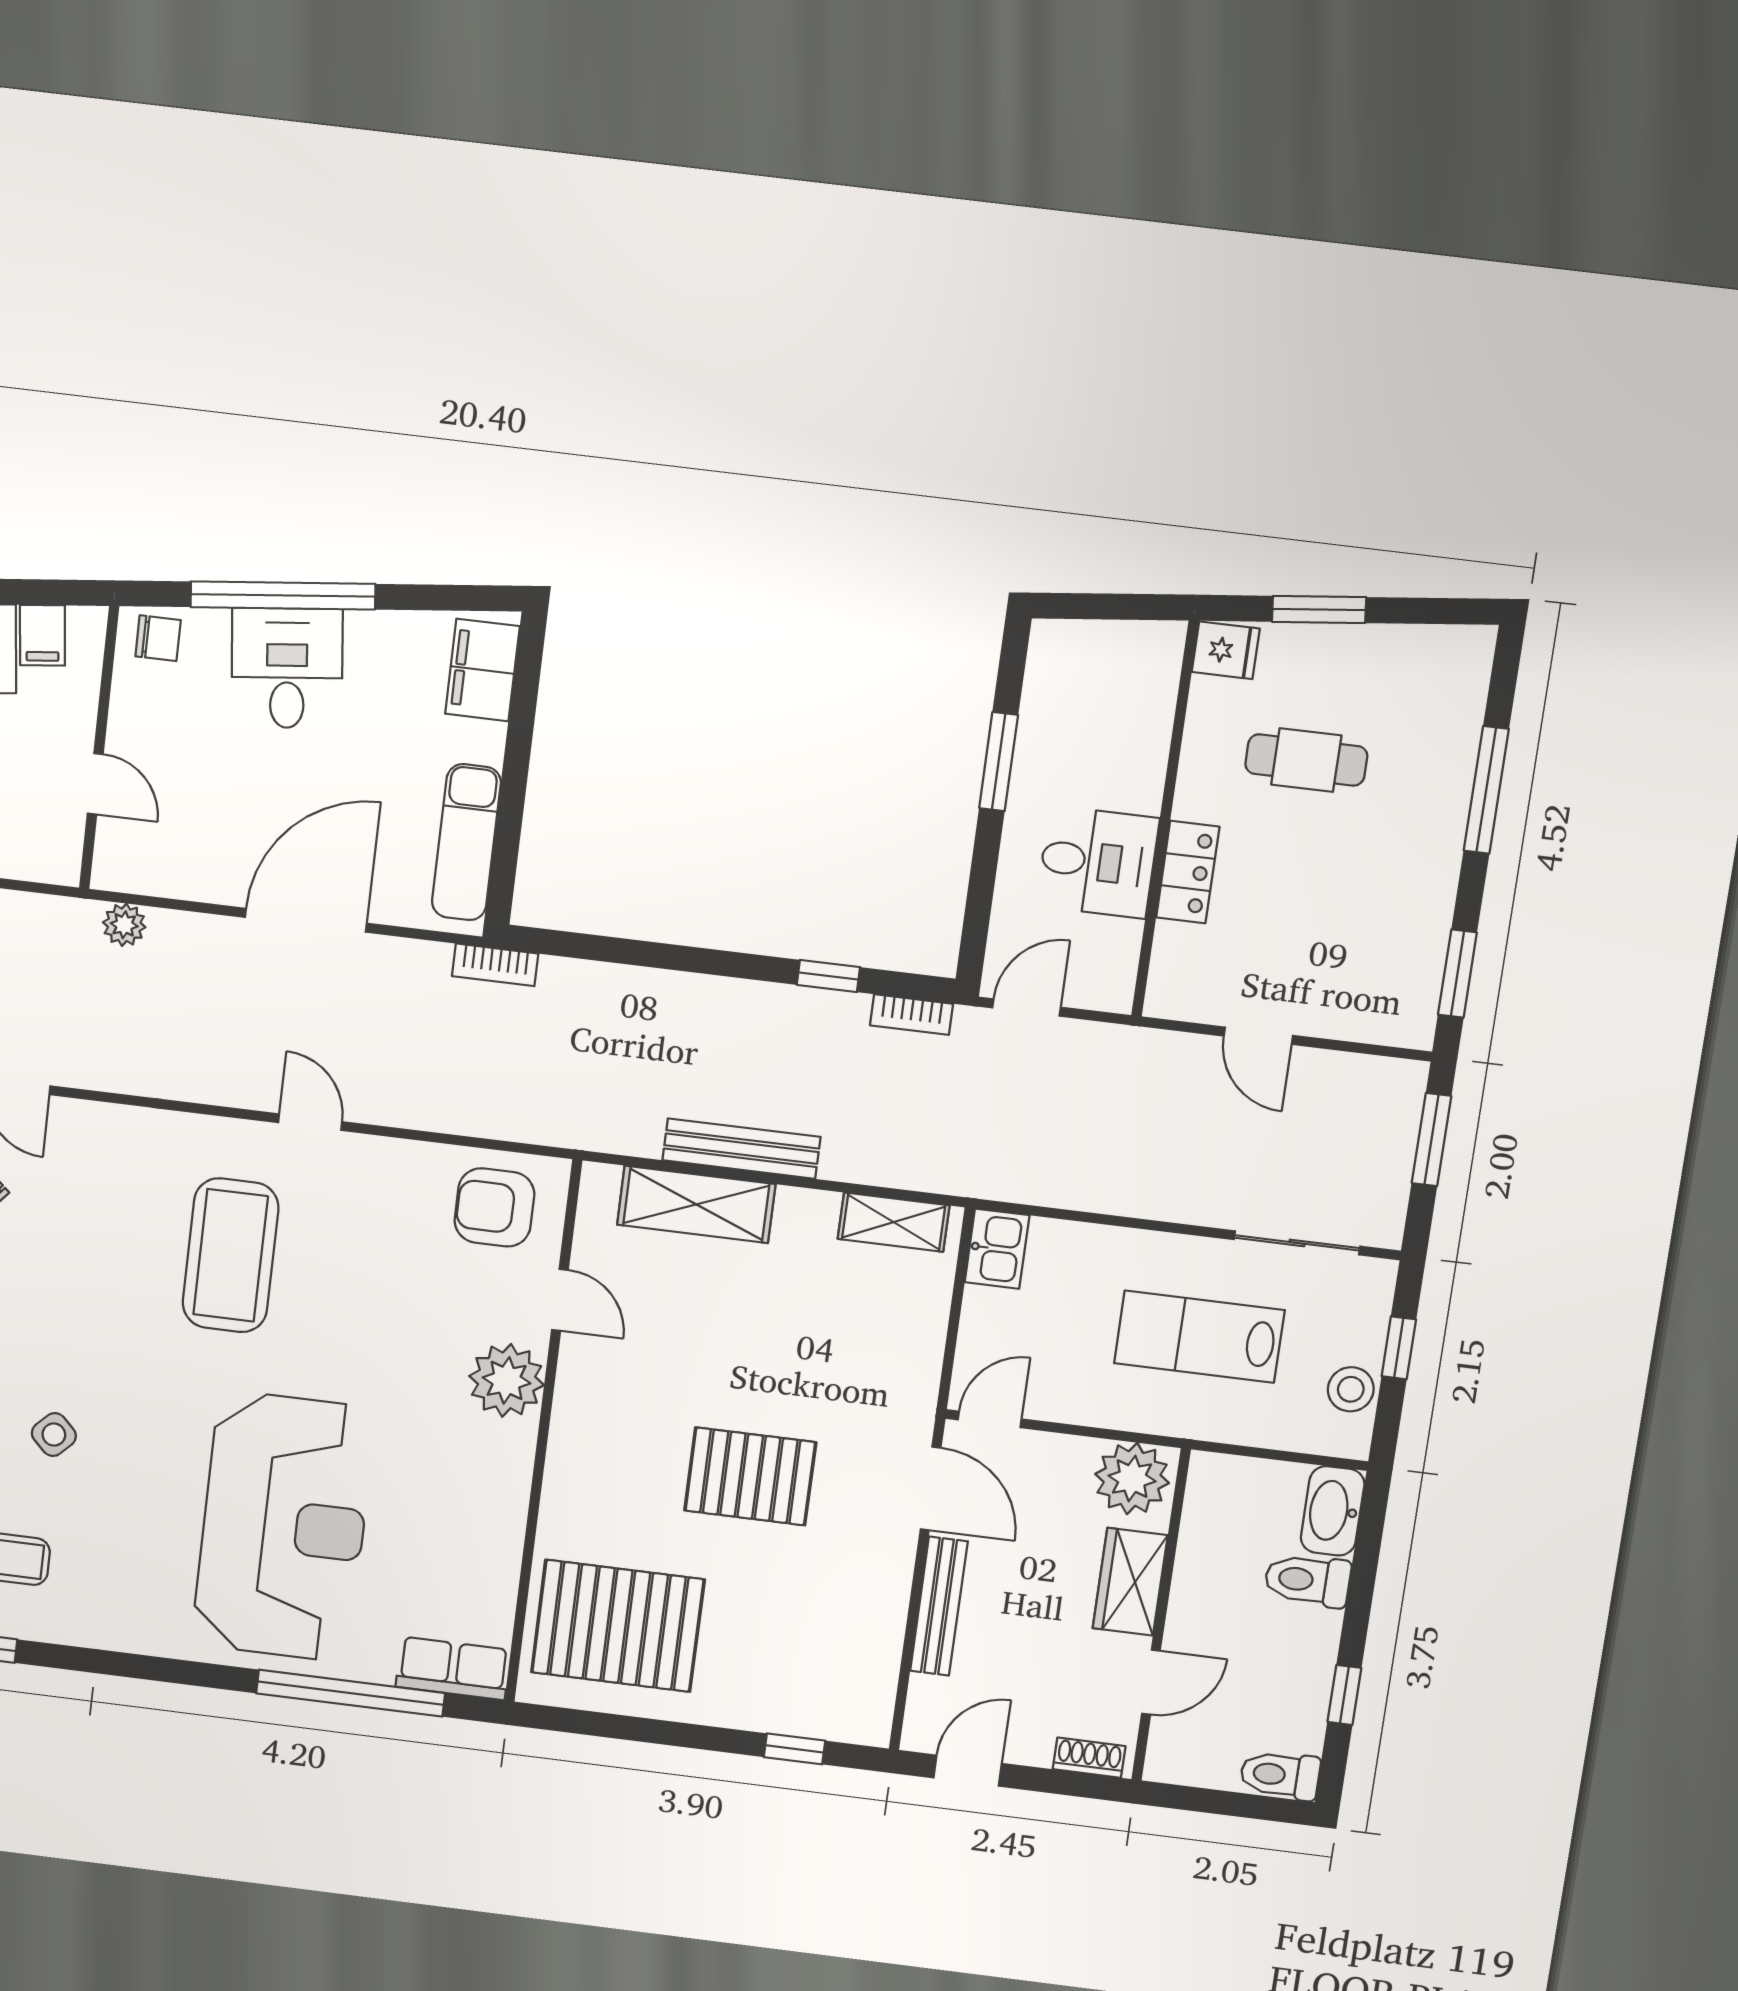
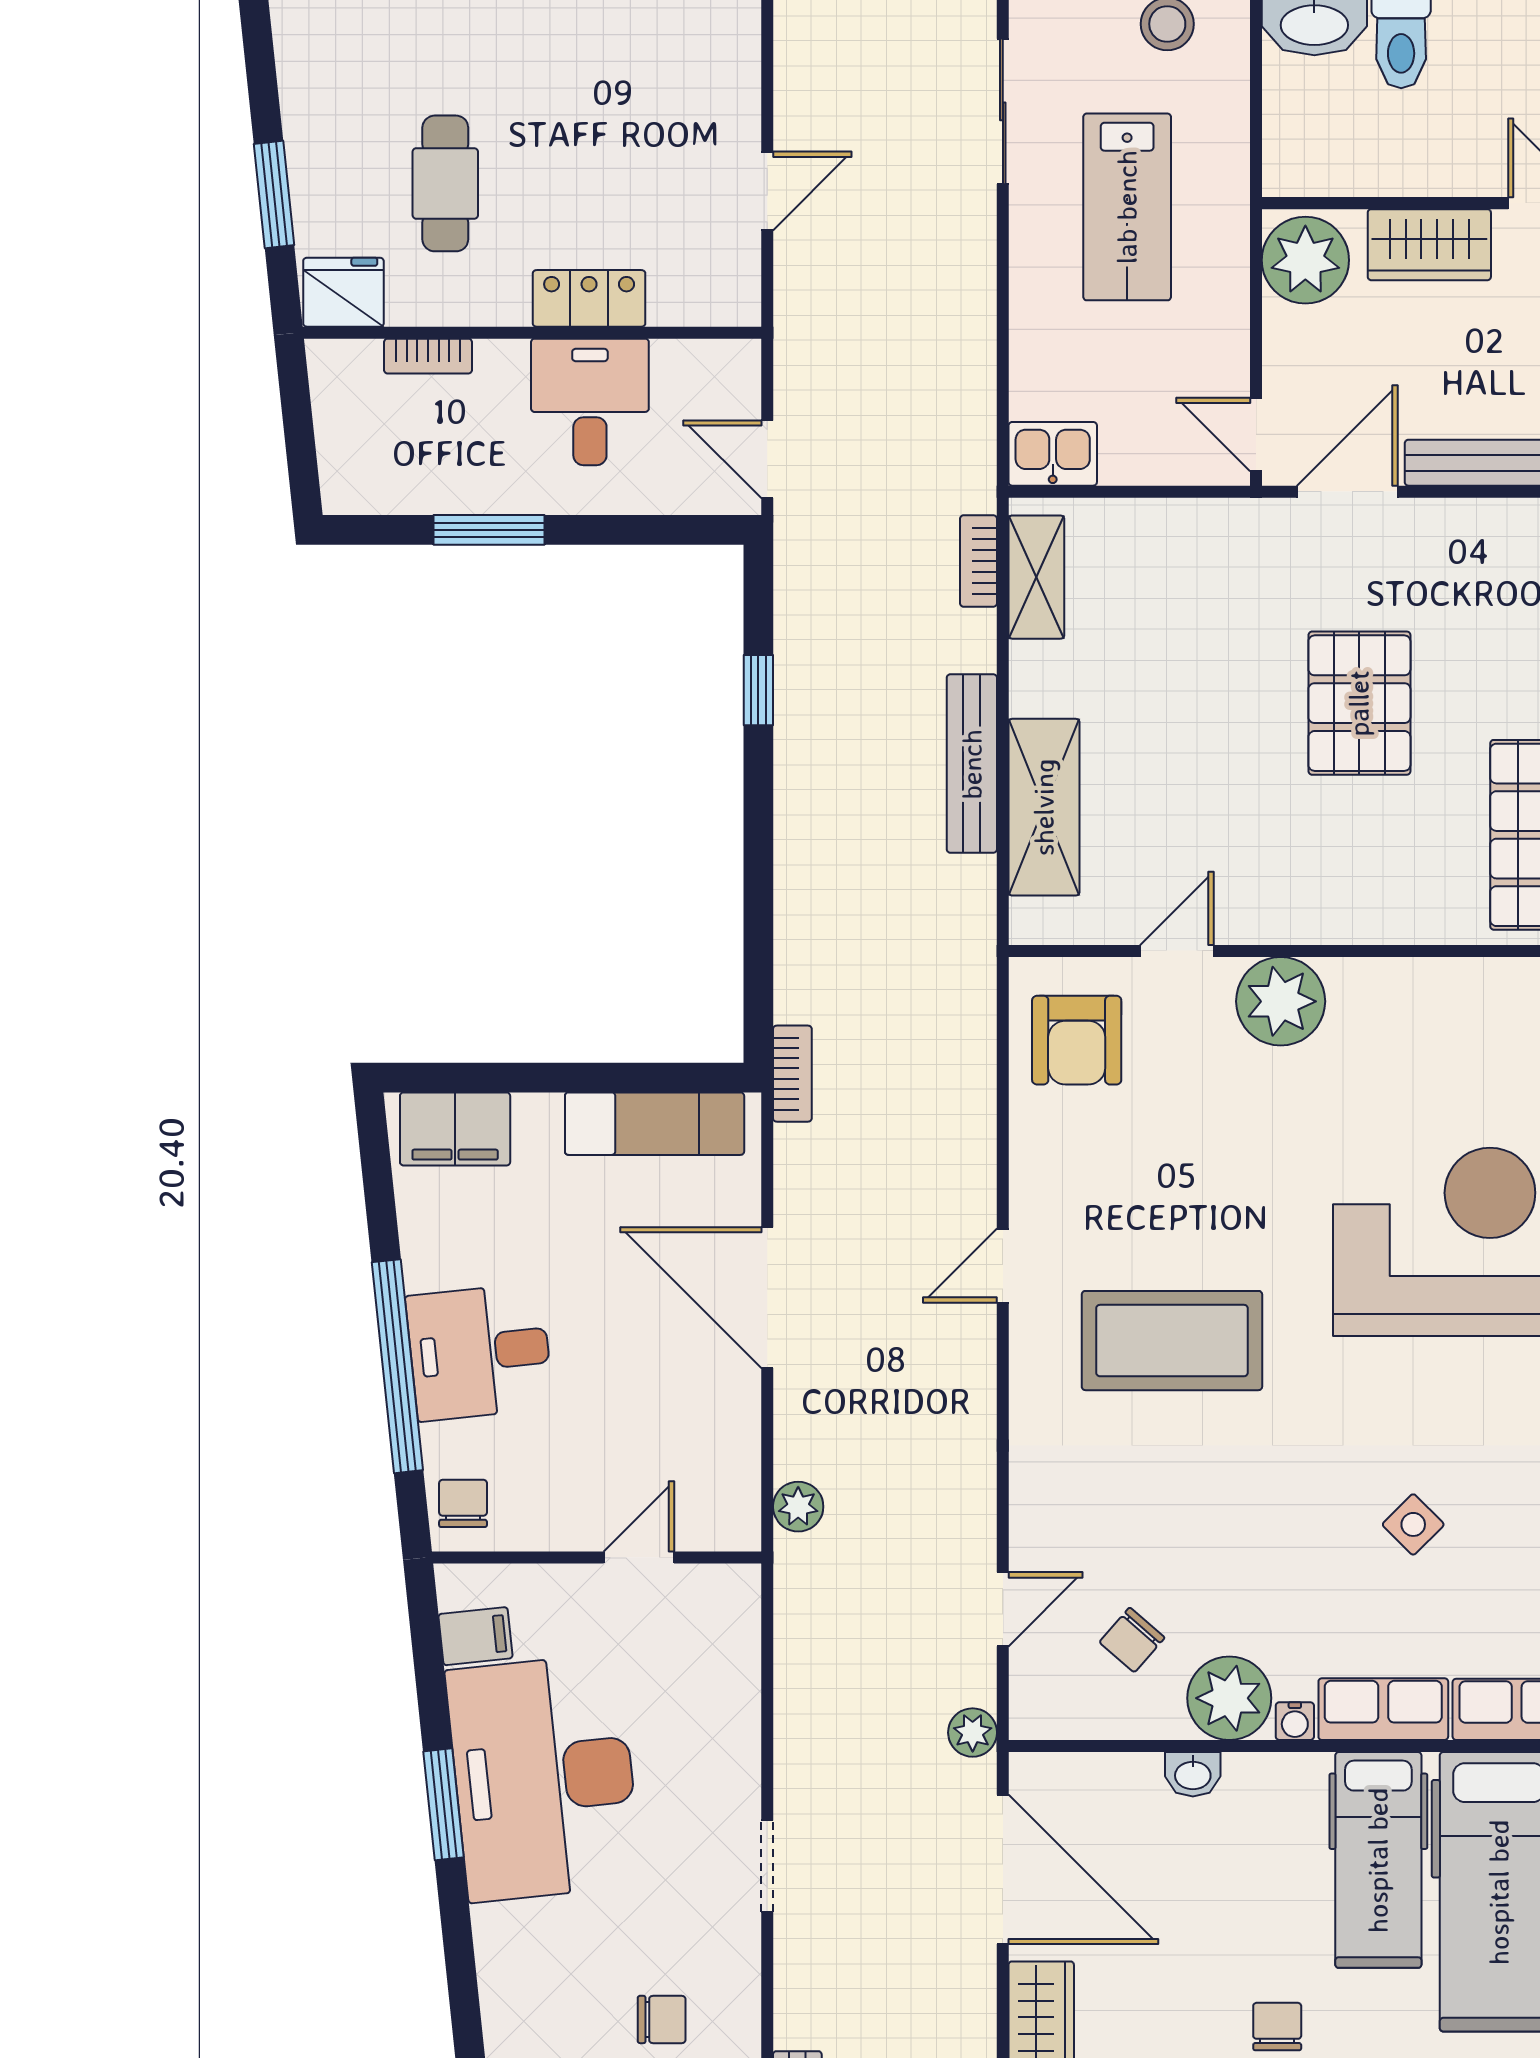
fridge: (1226, 650) -> (343, 292), width x1.38
bookcase: (1158, 727) -> (428, 356), added
bookcase: (912, 1015) -> (979, 561), moved, turned 180

